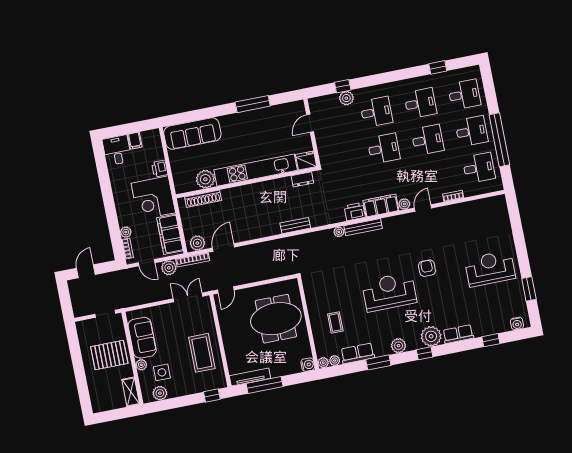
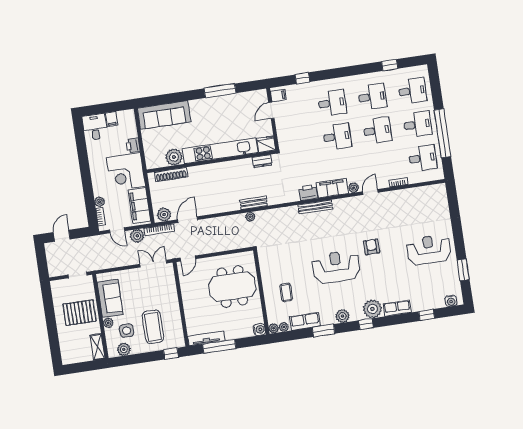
plant: (346, 98) -> (305, 89), removed
filing cabinet: (317, 106) -> (278, 95), added
plant: (339, 232) -> (250, 217), moved
coffee table: (202, 353) -> (153, 327), moved

